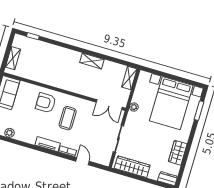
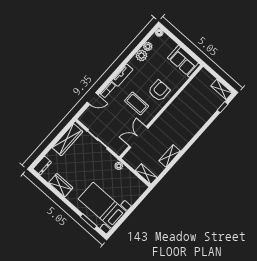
shelving: (13, 58) -> (222, 89), moved
shelving: (92, 61) -> (170, 156), moved
bed with nightstands: (171, 103) -> (102, 205), width x0.73
double door: (109, 105) -> (138, 137), moved
plant: (21, 135) -> (141, 55), added

